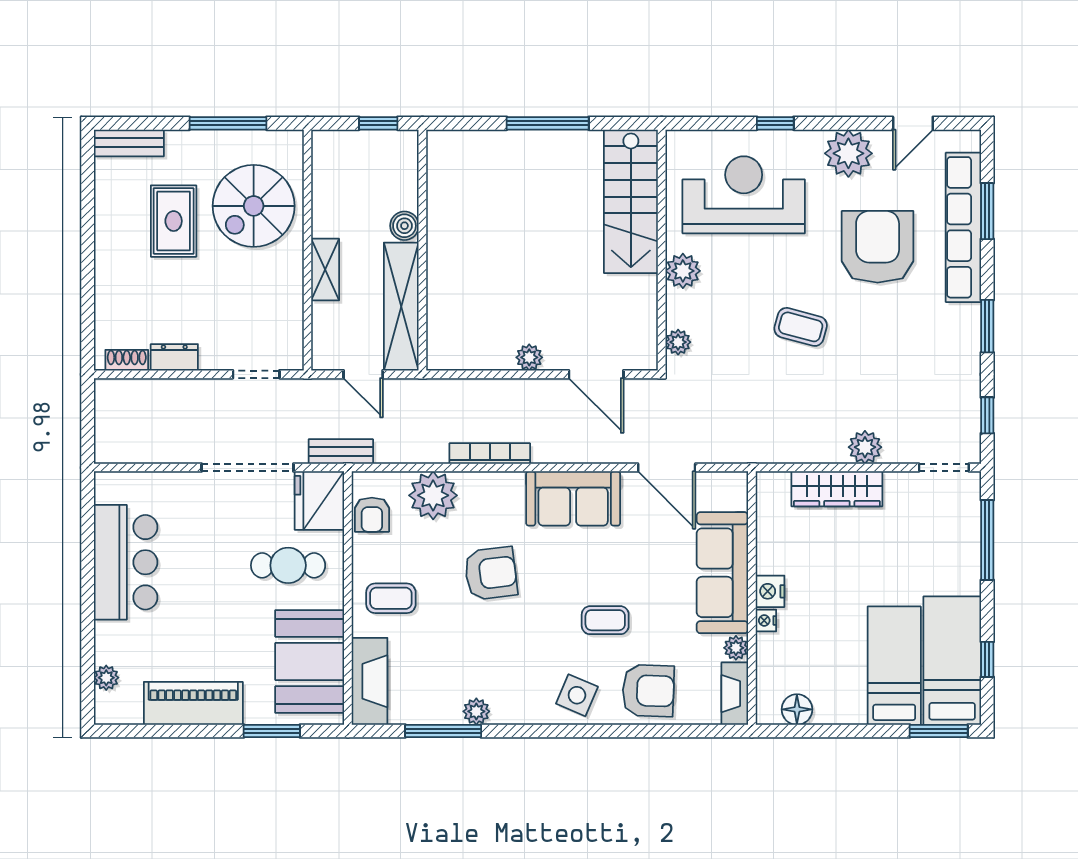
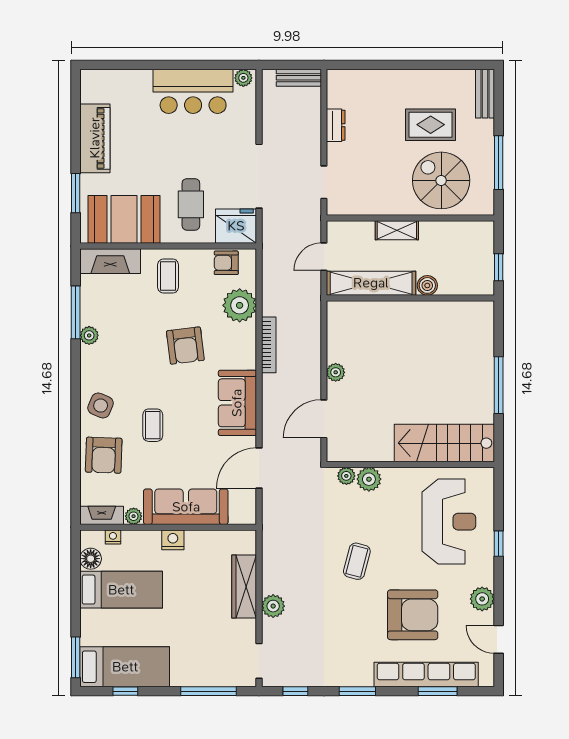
plant: (848, 153) -> (482, 599), width x0.73, depth x0.73
plant: (683, 271) -> (369, 479), moved
shoe rack: (127, 360) -> (334, 92), removed
bench: (341, 451) -> (299, 78), moved, turned 90
nightstand: (766, 620) -> (113, 537), moved
bed: (894, 666) -> (121, 590), moved
plant: (106, 678) -> (243, 78), moved

